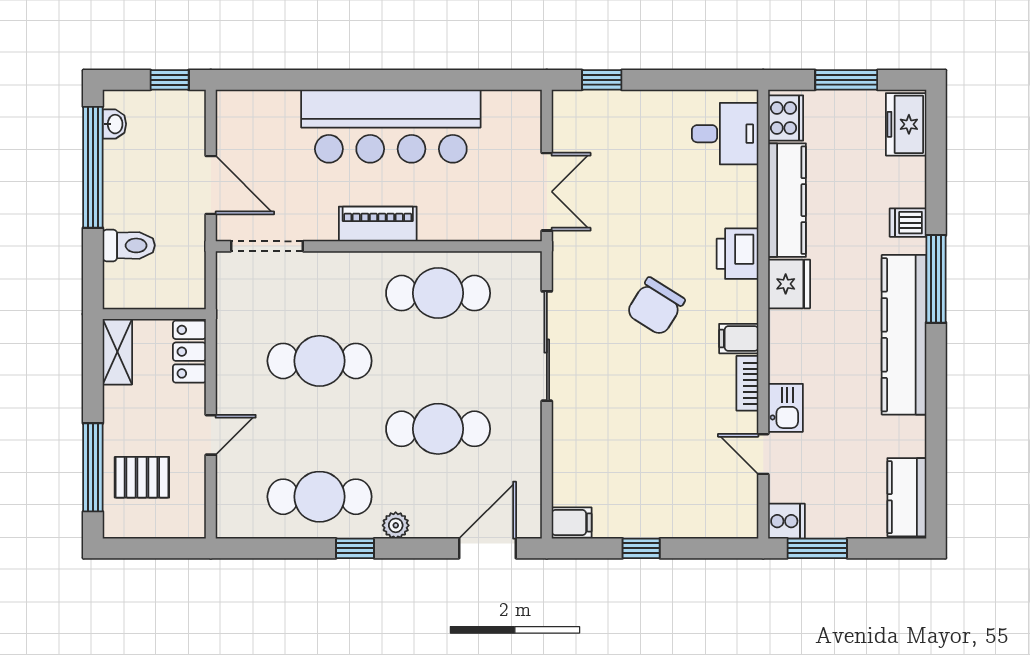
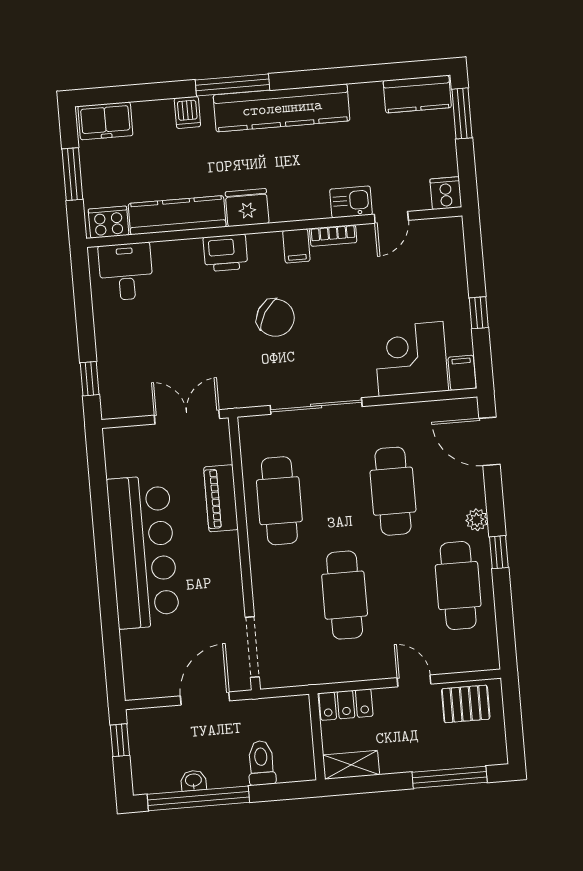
washbasin: (114, 124) -> (193, 781), moved
piano: (378, 224) -> (221, 498), moved
corner desk: (593, 463) -> (411, 359), added
pallet: (142, 477) -> (466, 704), moved, turned 90
window: (817, 548) -> (462, 113), moved

